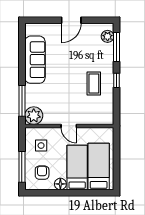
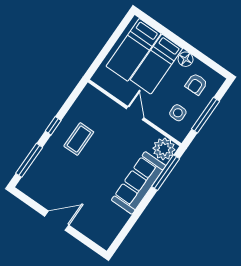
plant: (108, 36) -> (31, 178), removed
sofa: (35, 60) -> (139, 183), moved
window: (22, 167) -> (205, 115), moved

